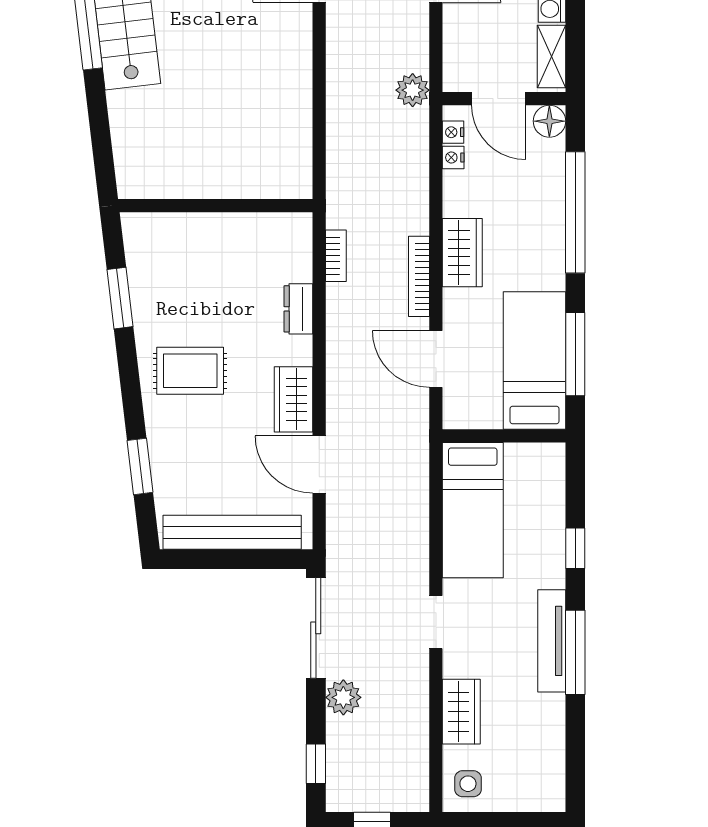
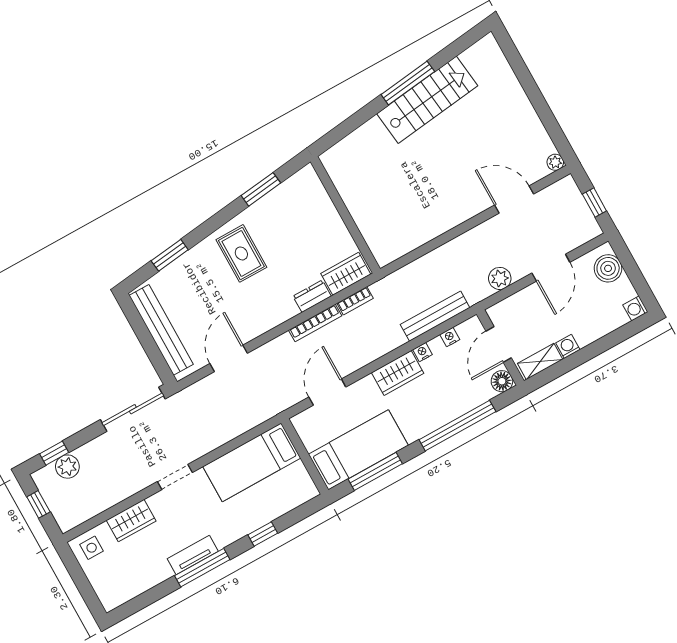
plant: (413, 90) -> (500, 278), moved
nightstand: (453, 132) -> (423, 352), moved
bench: (415, 162) -> (435, 316), added
bookcase: (419, 276) -> (315, 323), moved, turned 180
wardrobe: (294, 399) -> (346, 274), moved
tv unit: (552, 641) -> (193, 555), width x0.71
plant: (343, 697) -> (67, 467), moved

